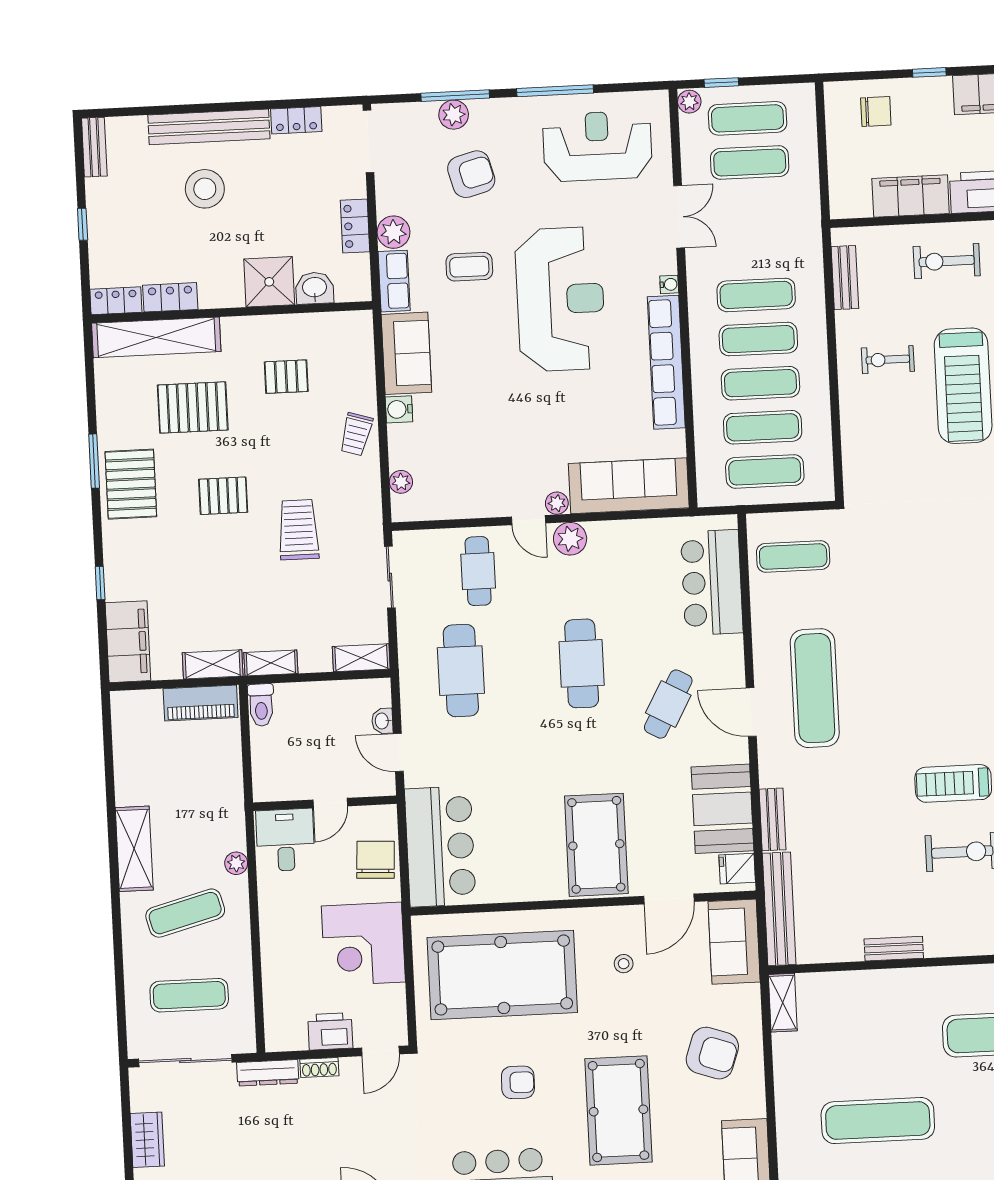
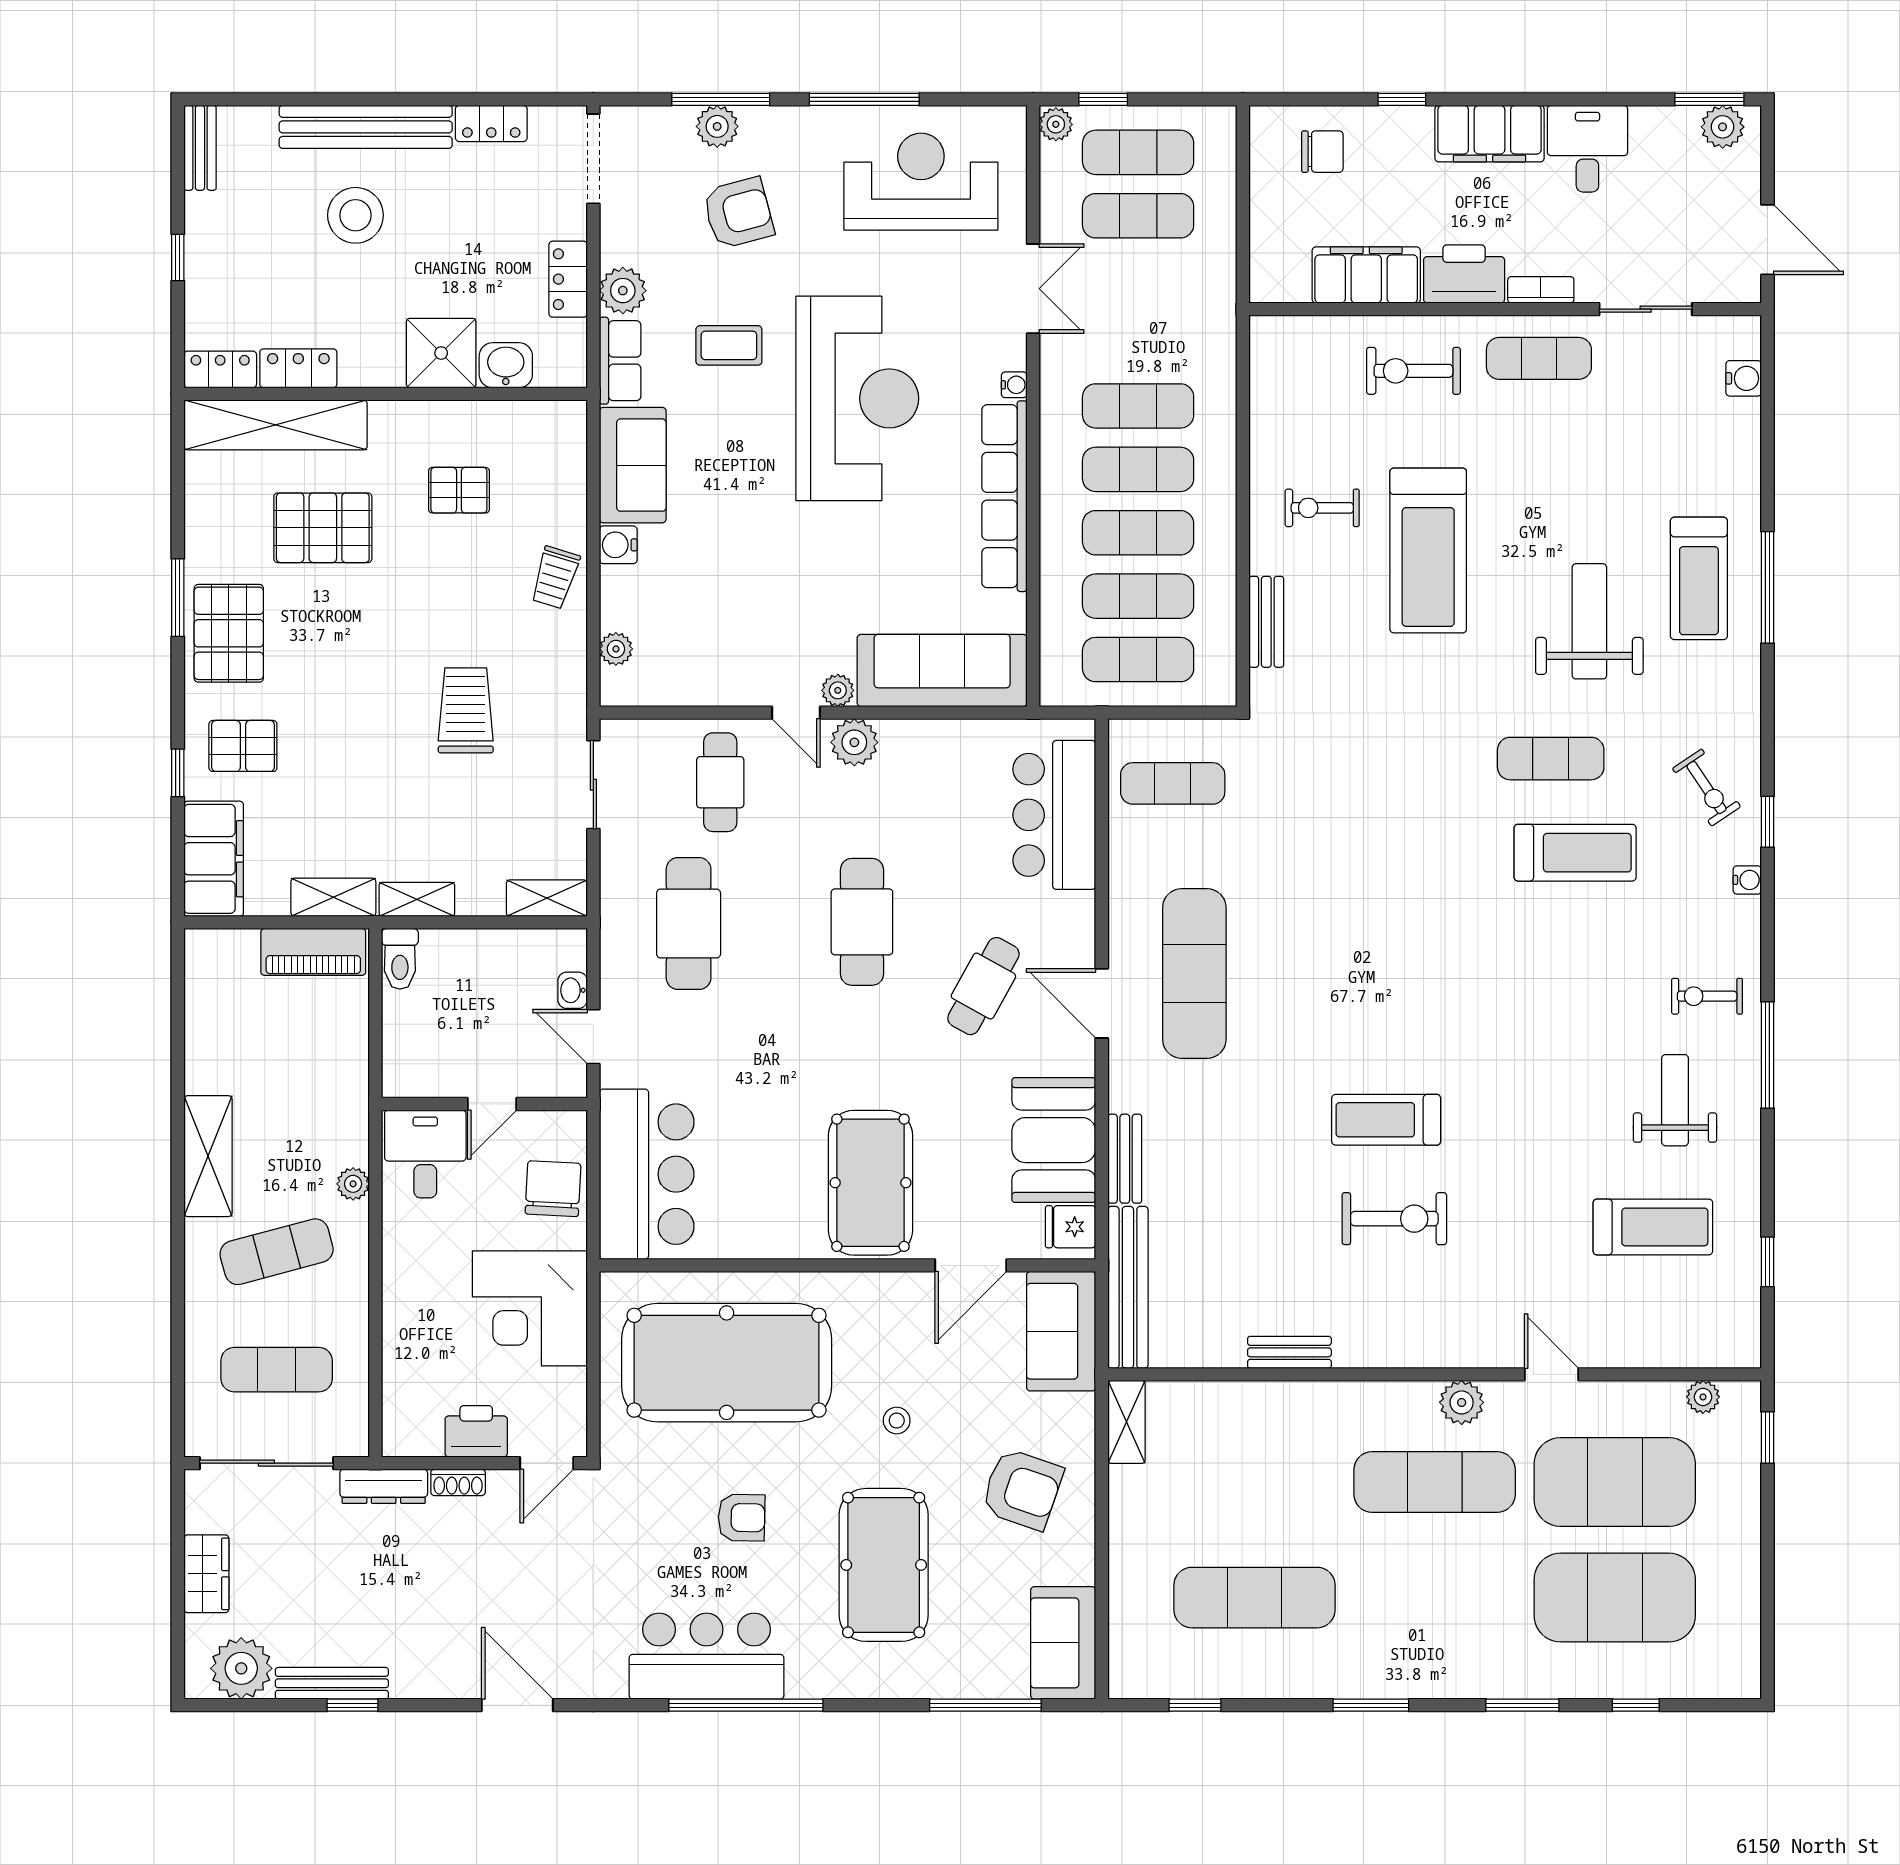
bench: (845, 278) -> (1266, 622), moved
pallet: (223, 496) -> (243, 746), moved
stool: (624, 964) -> (897, 1421), moved

